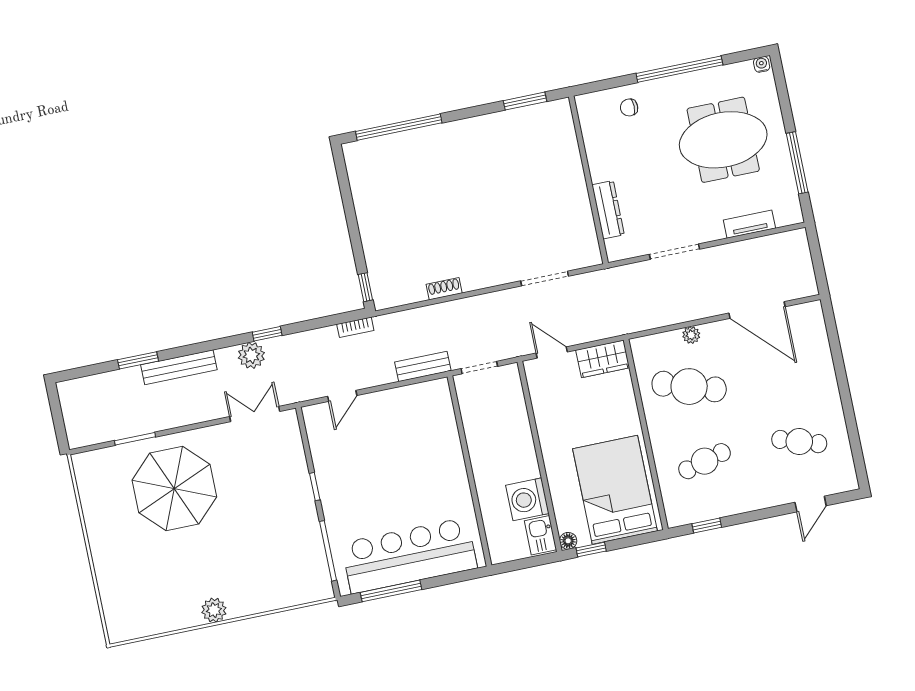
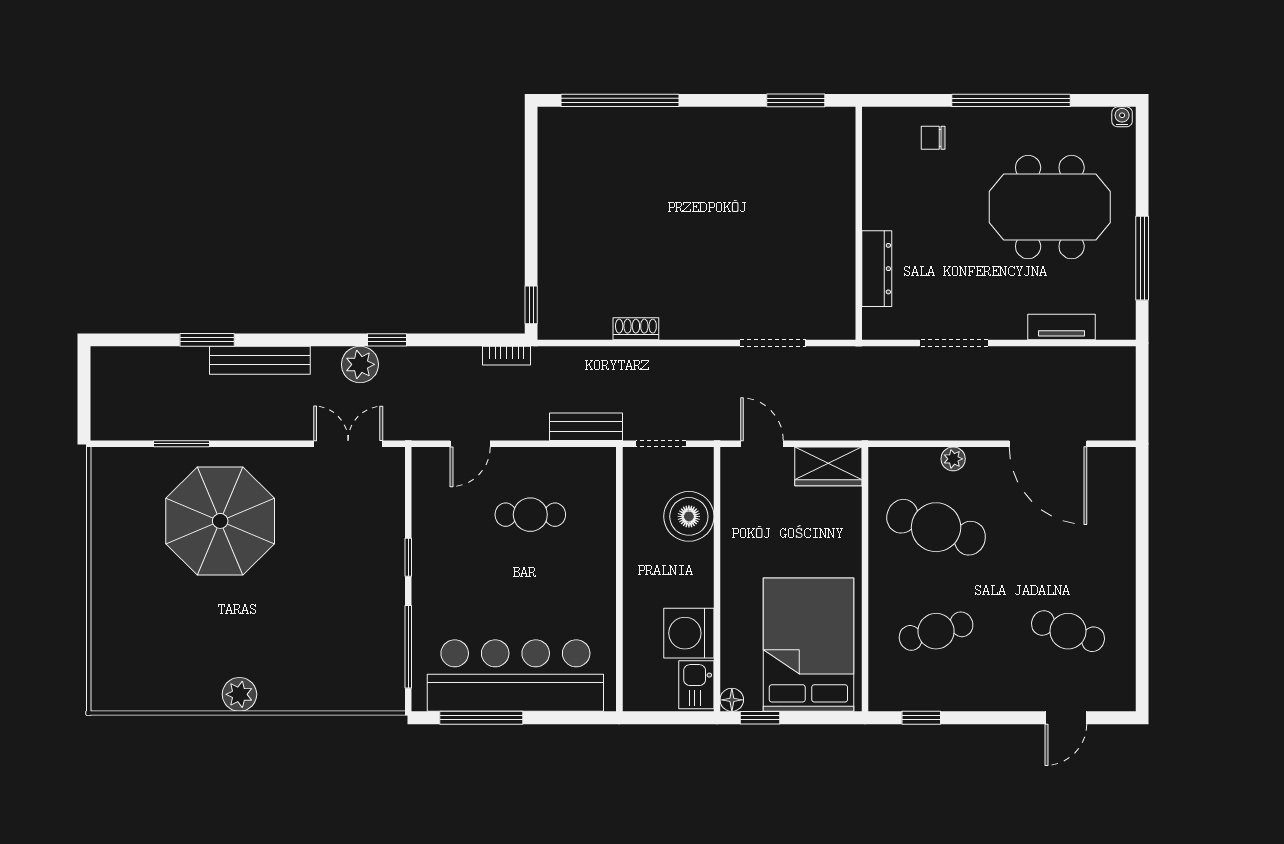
boiler: (510, 416) -> (689, 516), added
cafe table: (396, 438) -> (530, 515), added

